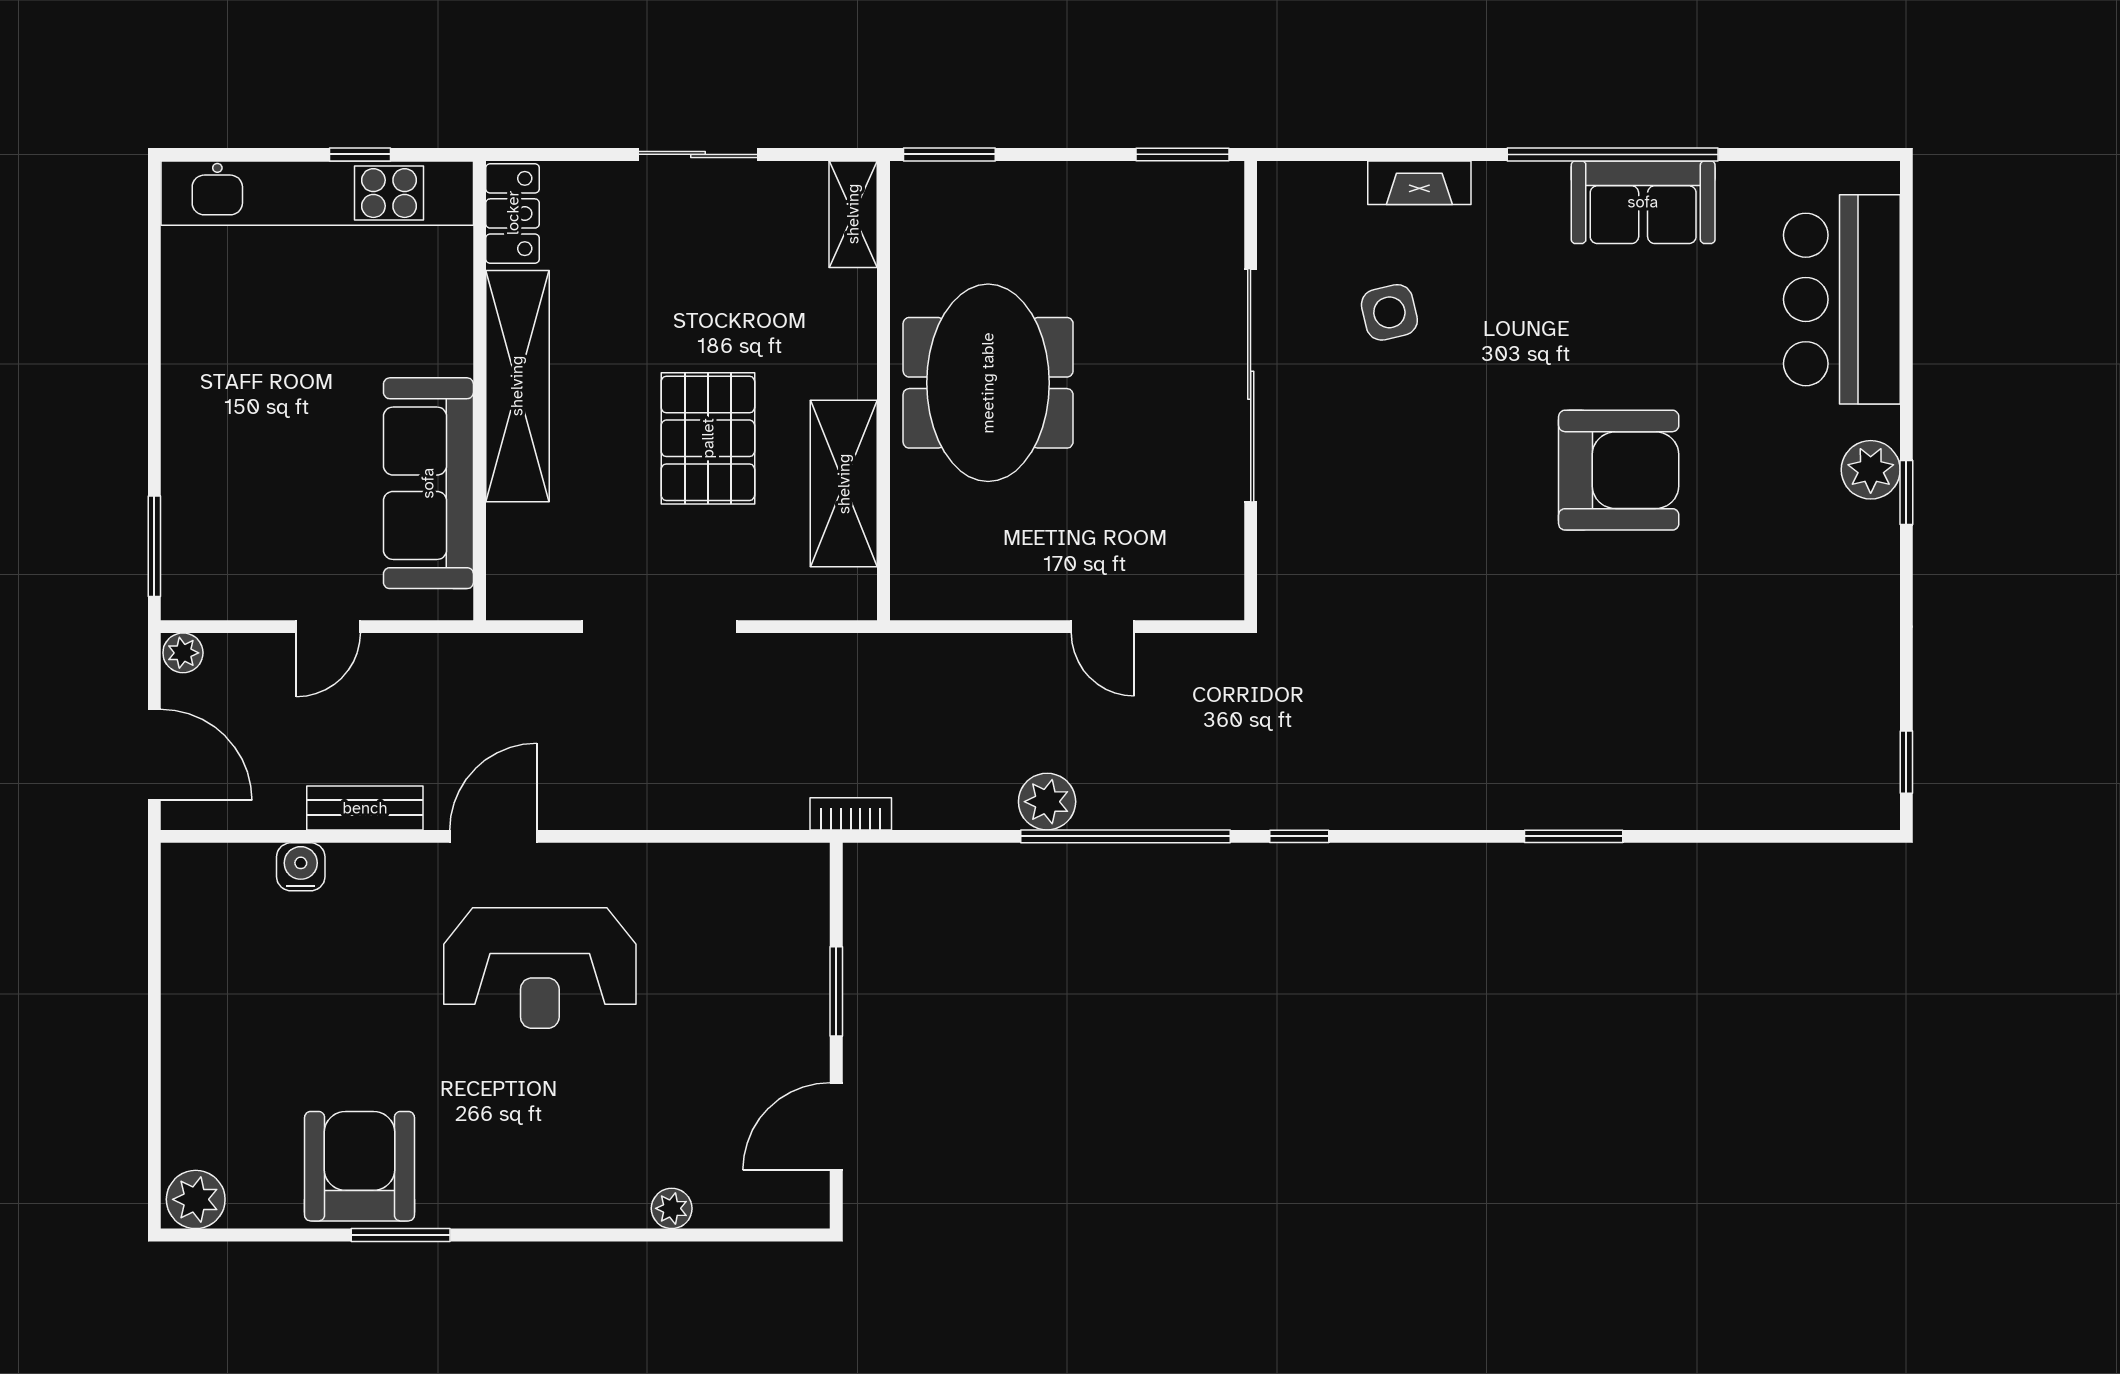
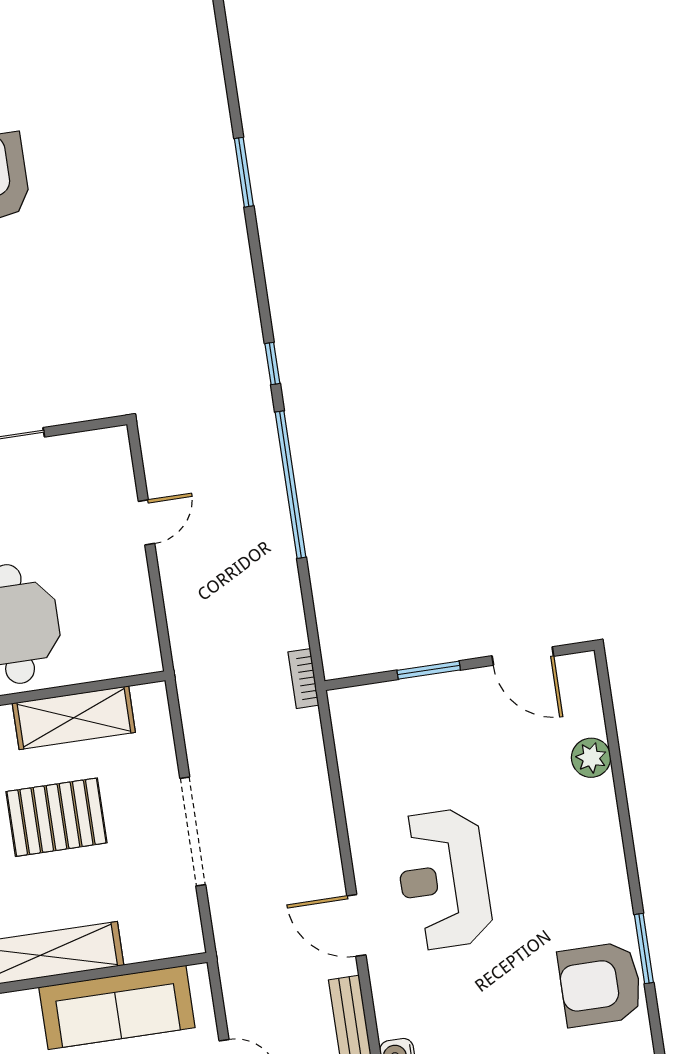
plant: (1047, 802) -> (274, 543), removed
reception desk: (540, 968) -> (443, 879), turned 180
plant: (672, 1208) -> (591, 758), width x1.38, depth x1.38

